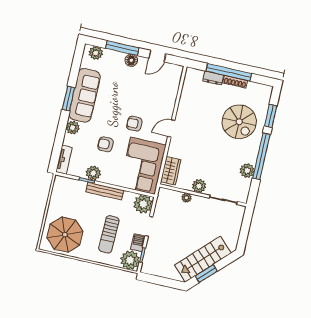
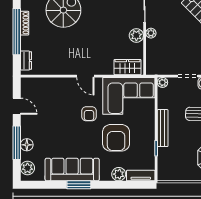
floor lamp: (131, 60) -> (27, 145), moved
dresser: (213, 78) -> (26, 61), moved
plant: (73, 128) -> (119, 174), moved
armchair: (105, 144) -> (116, 138), width x1.88, depth x1.88
plant: (93, 173) -> (147, 143), removed
plant: (186, 198) -> (151, 33), moved
plant: (143, 204) -> (162, 82), width x0.53, depth x0.53

